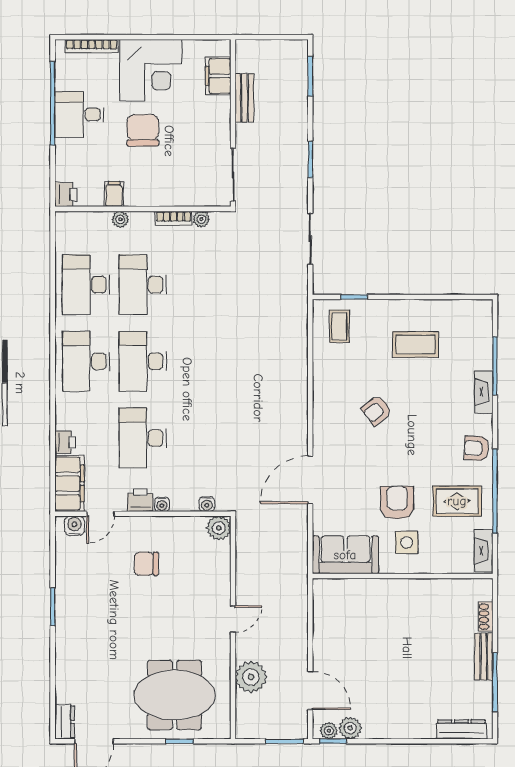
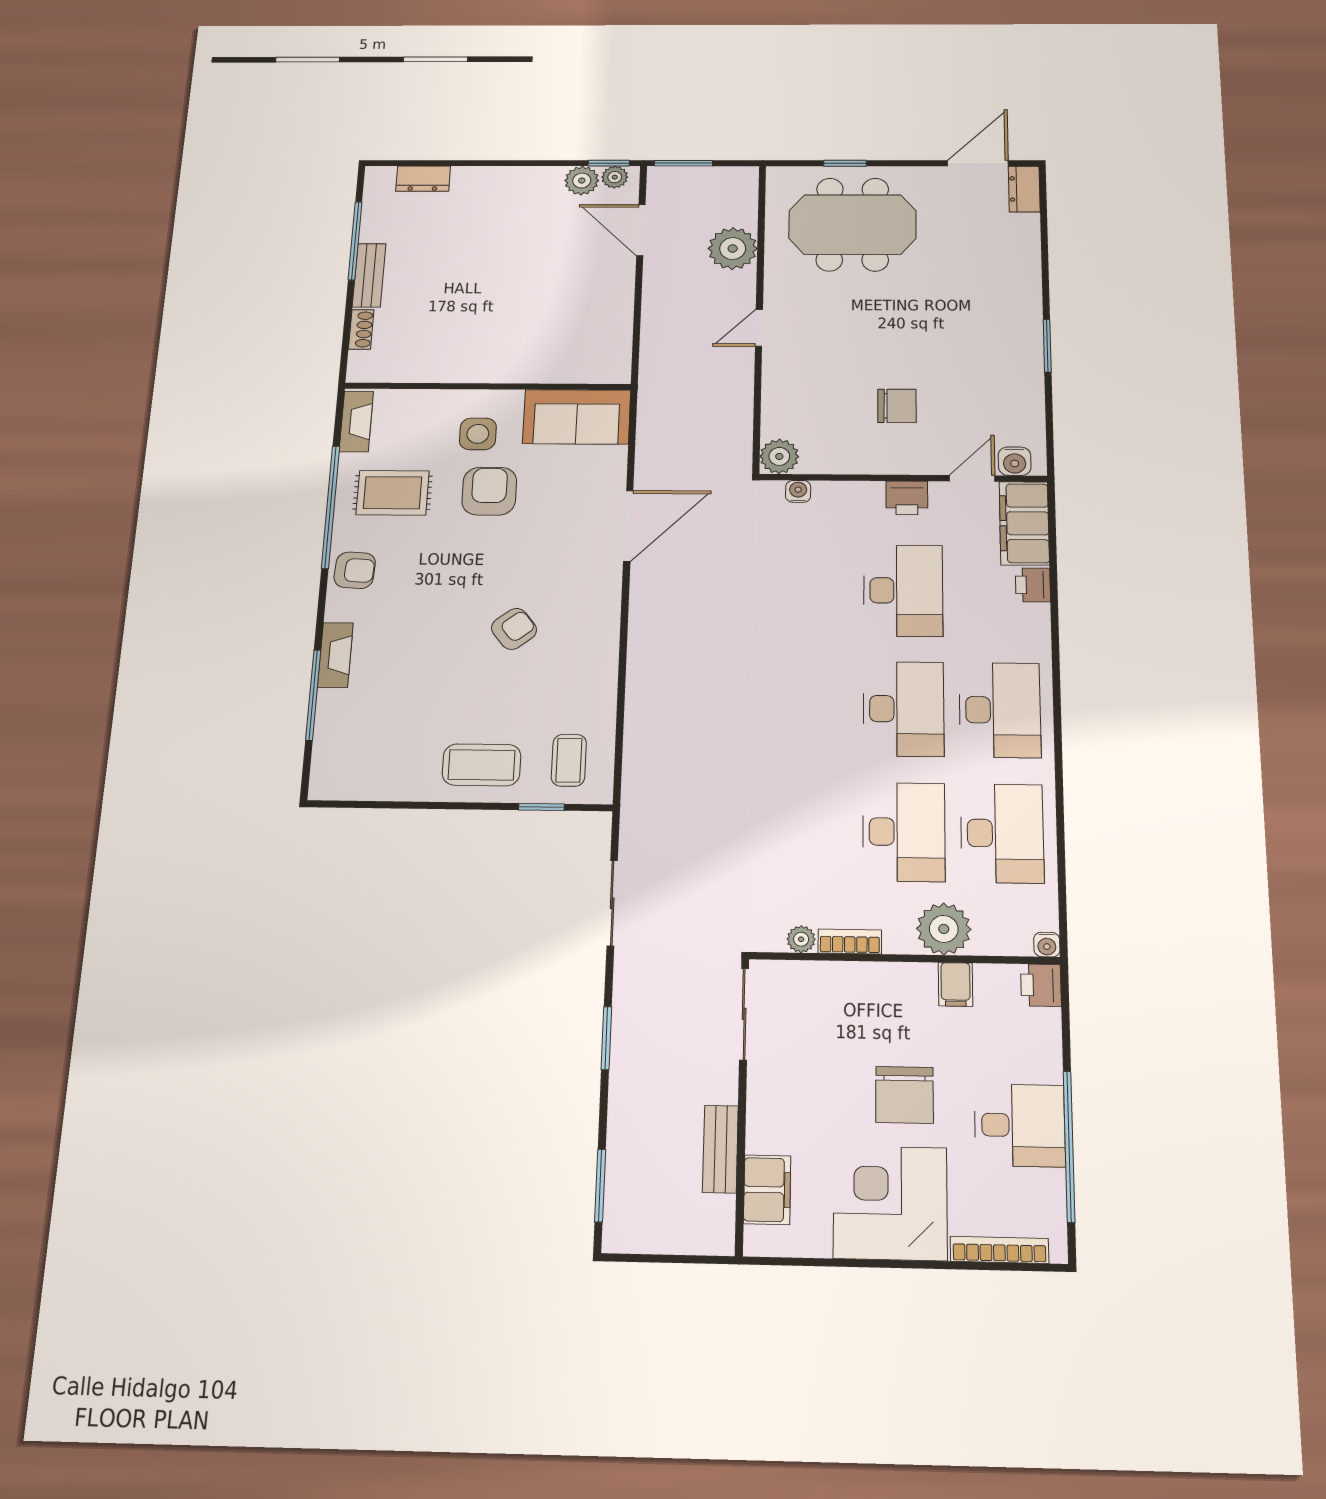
plant: (120, 219) -> (944, 929), width x1.88, depth x1.88
coffee table: (416, 345) -> (482, 765), moved
armchair: (397, 503) -> (489, 491), turned 180
water cooler: (162, 504) -> (1047, 945), moved, turned 180
dresser: (461, 729) -> (423, 179), width x0.70

